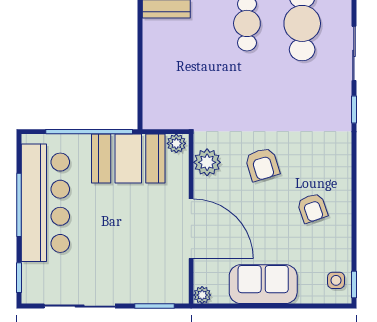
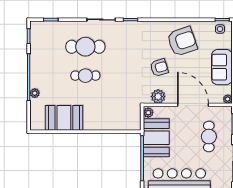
armchair: (312, 208) -> (182, 41), width x1.88, depth x1.88
door: (191, 229) -> (193, 105), hinge flipped
cafe table: (131, 259) -> (209, 137), added

